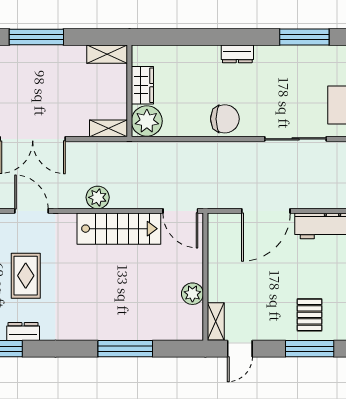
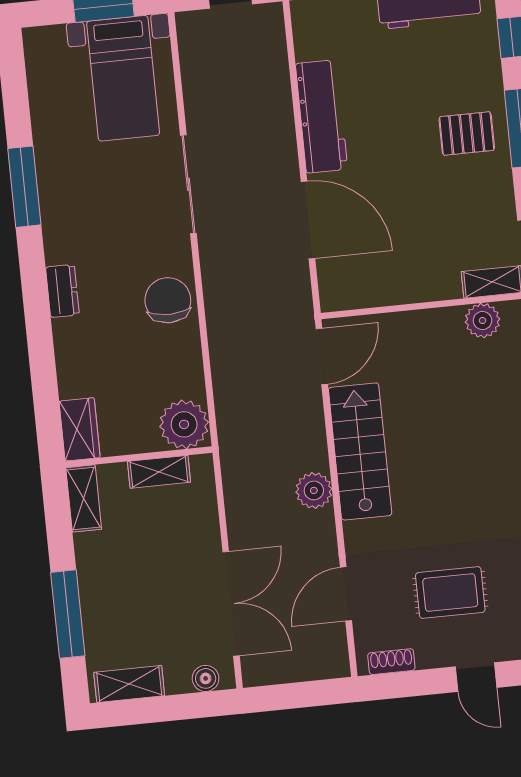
wardrobe: (142, 85) -> (80, 429), moved, turned 90
shelving: (109, 128) -> (159, 472), moved, turned 90
plant: (192, 294) -> (482, 320), moved

